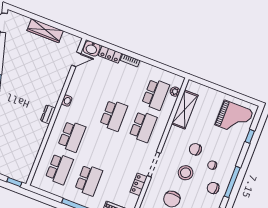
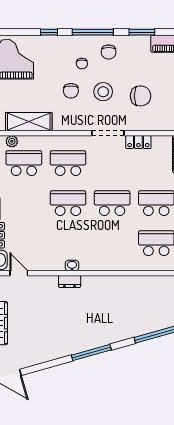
dresser: (48, 114) -> (70, 281), moved
school desk: (72, 136) -> (112, 203), moved
window: (250, 136) -> (49, 32), moved

